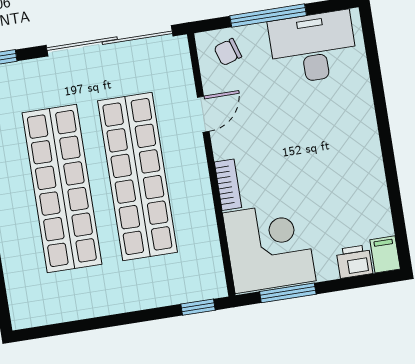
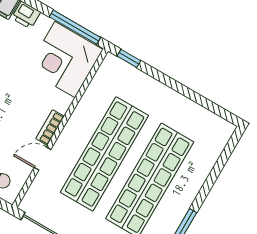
bookcase: (228, 185) -> (50, 128), moved
window: (288, 293) -> (75, 27), width x1.44

